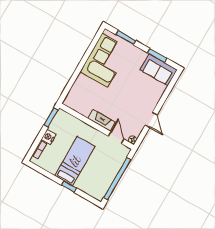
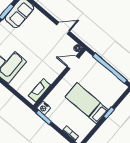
fireplace: (102, 120) -> (40, 90), moved
nightstand: (49, 137) -> (44, 108), moved

